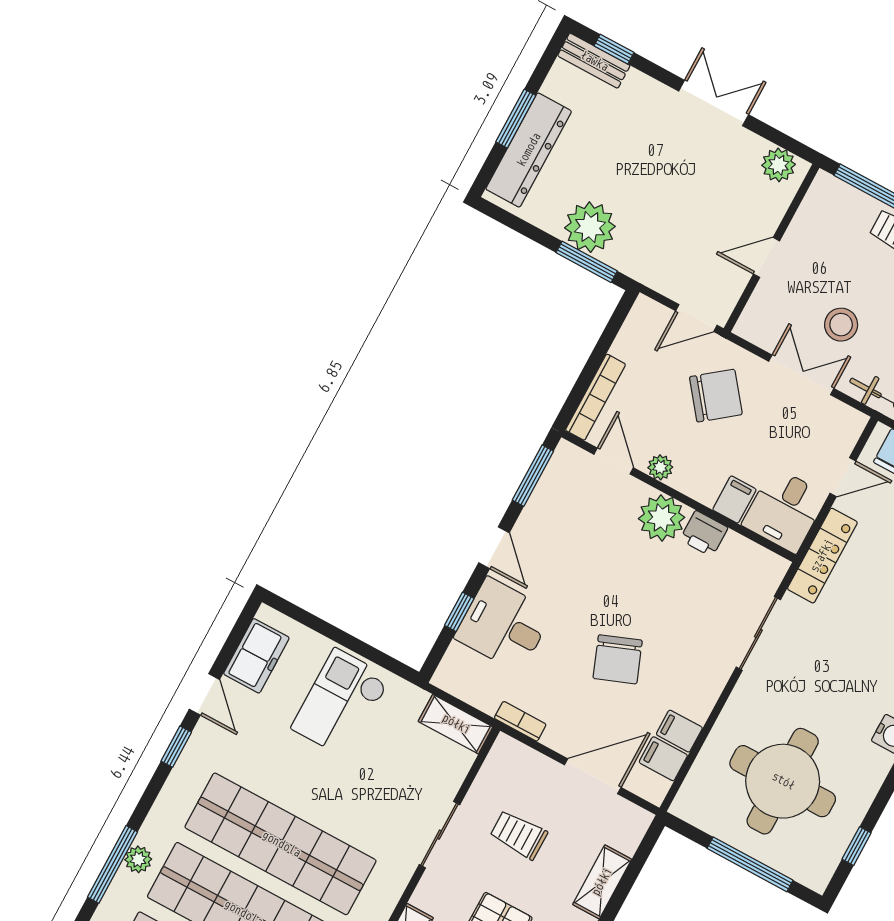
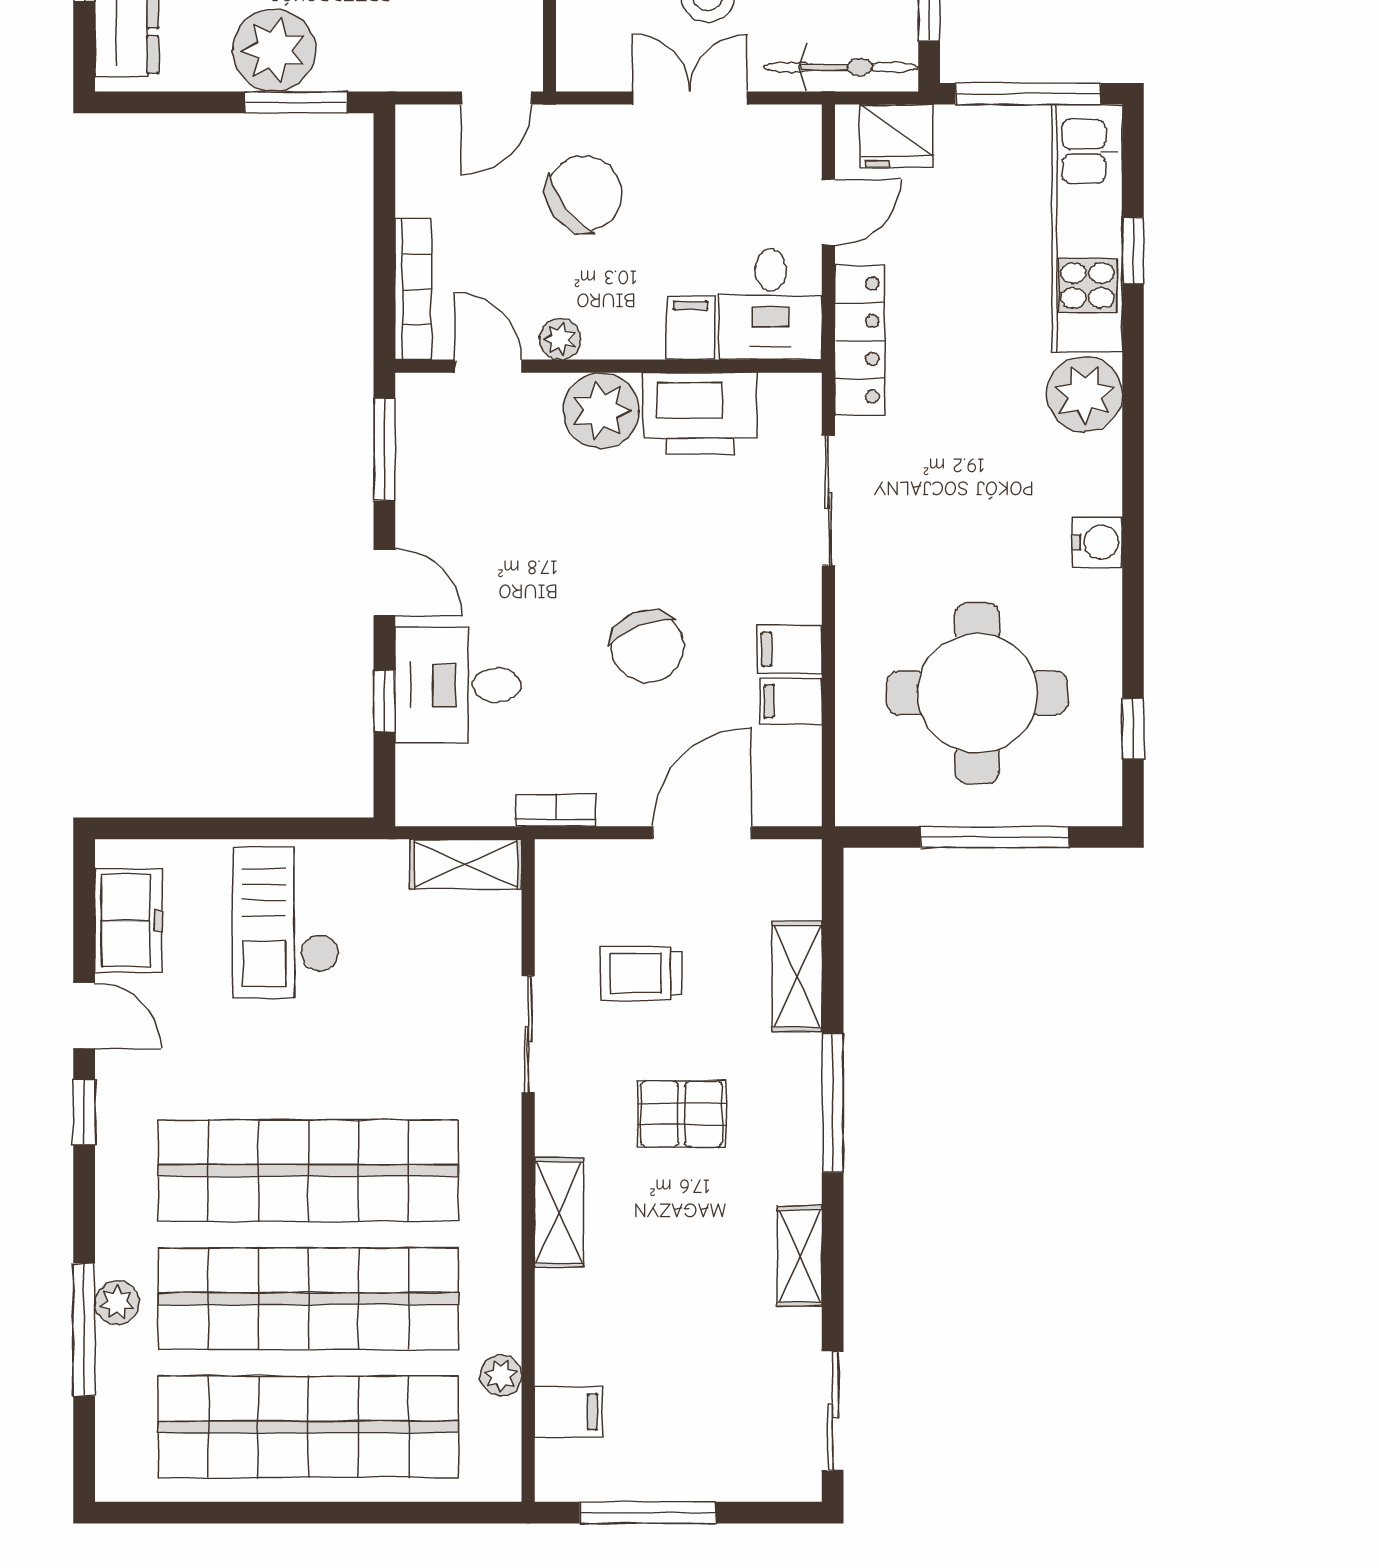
printer: (704, 534) -> (700, 413), width x1.87, depth x1.48
filing cabinet: (663, 759) -> (789, 649), moved

